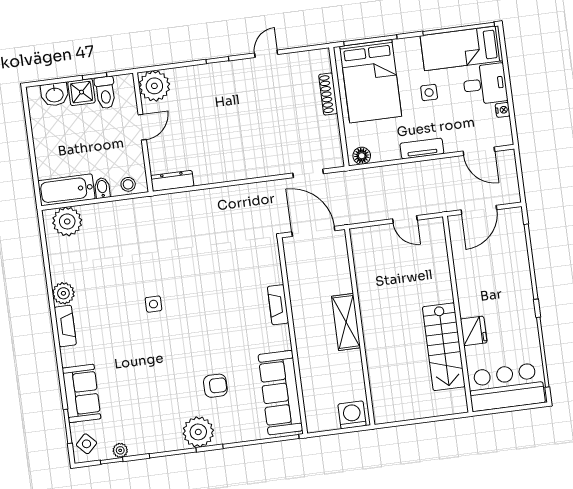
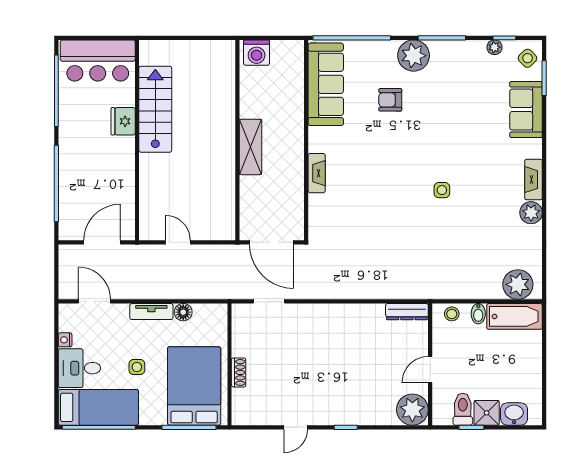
shoe rack: (328, 94) -> (239, 372), width x0.70
floor lamp: (362, 156) -> (183, 312), moved

